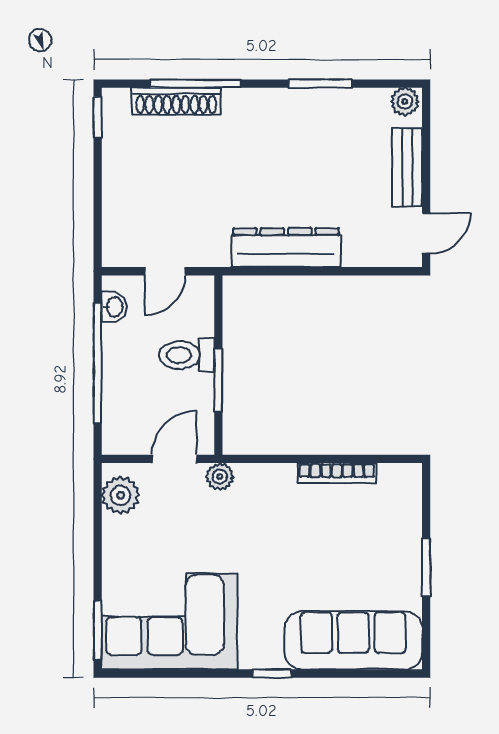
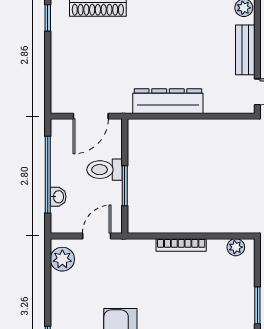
door: (165, 271) -> (91, 116), width x1.37
washbasin: (114, 307) -> (58, 197), moved
bookcase: (337, 473) -> (181, 245), moved
plant: (220, 477) -> (236, 247), moved

